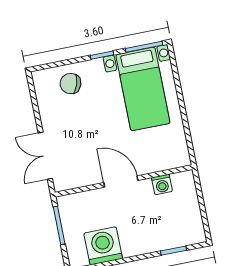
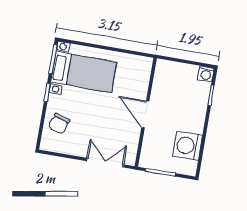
double door: (45, 156) -> (105, 163), swing flipped
door: (121, 181) -> (145, 114), hinge flipped
washing machine: (162, 184) -> (206, 74), moved, turned 90

